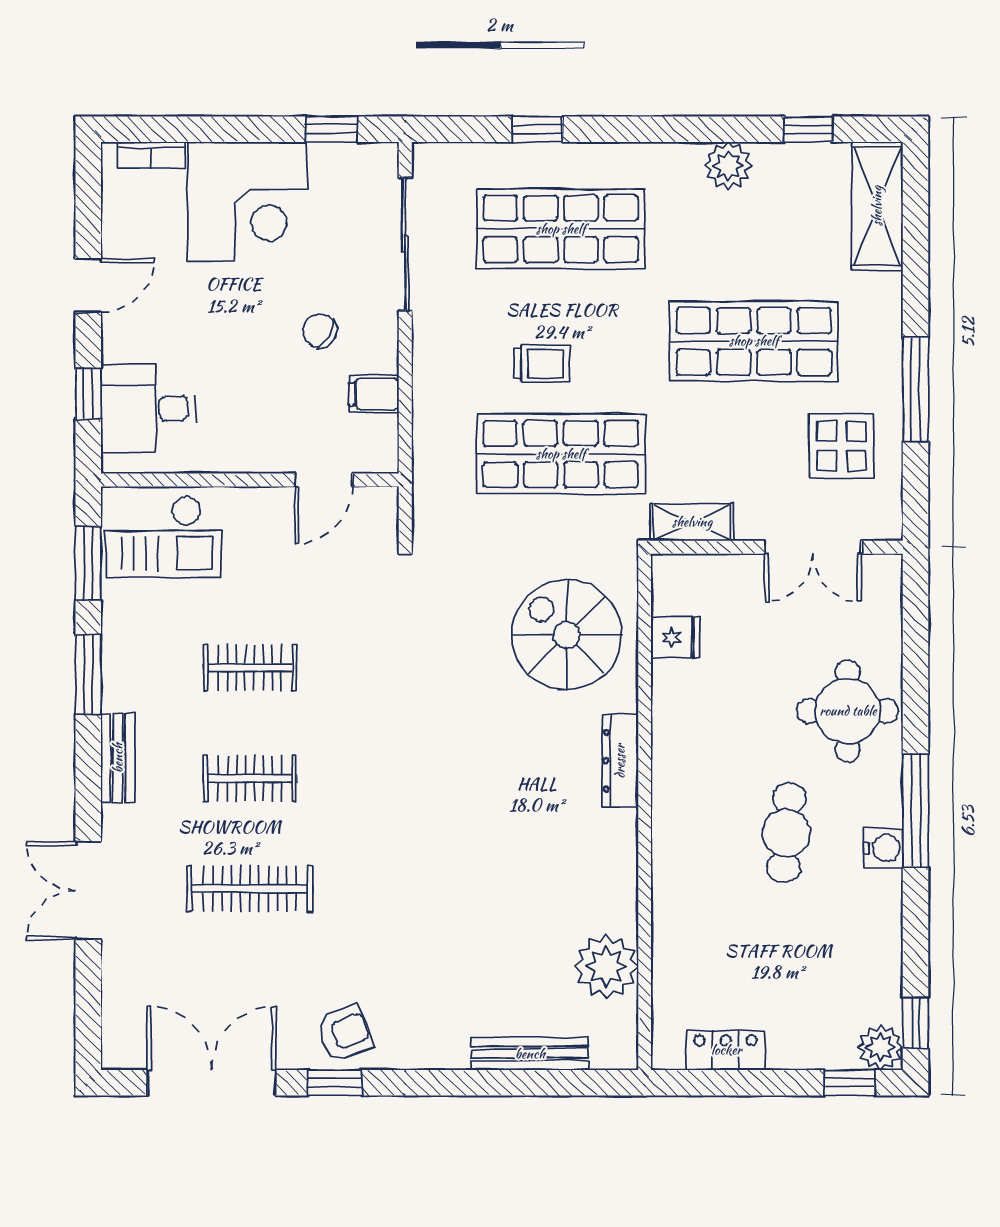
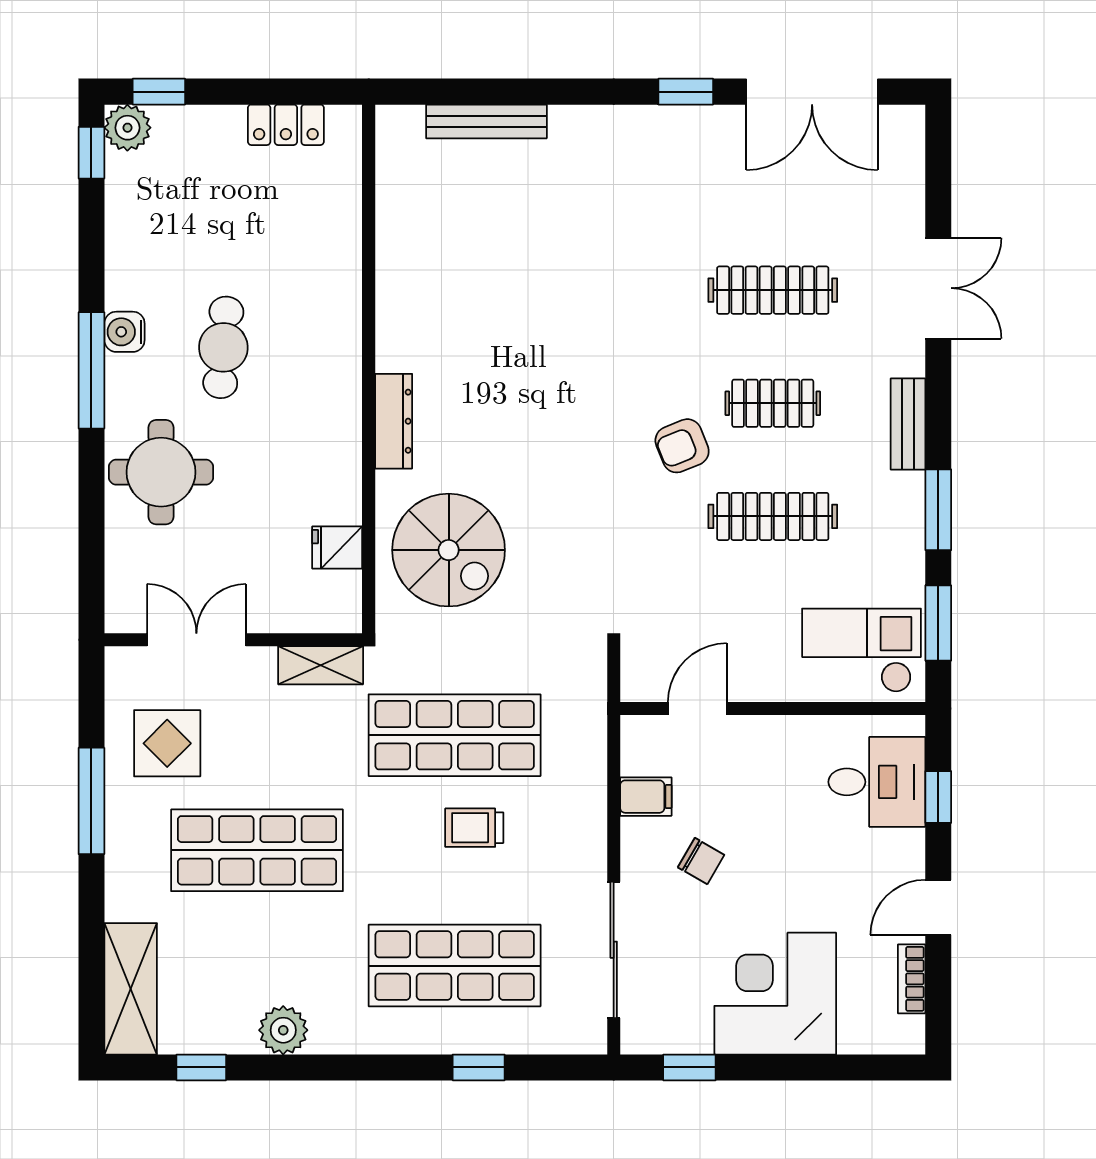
bookcase: (151, 155) -> (912, 979), moved, turned -90
clothes rail: (250, 668) -> (773, 516), width x1.36
plant: (606, 966) -> (408, 211), removed
armchair: (344, 1033) -> (682, 446), moved

